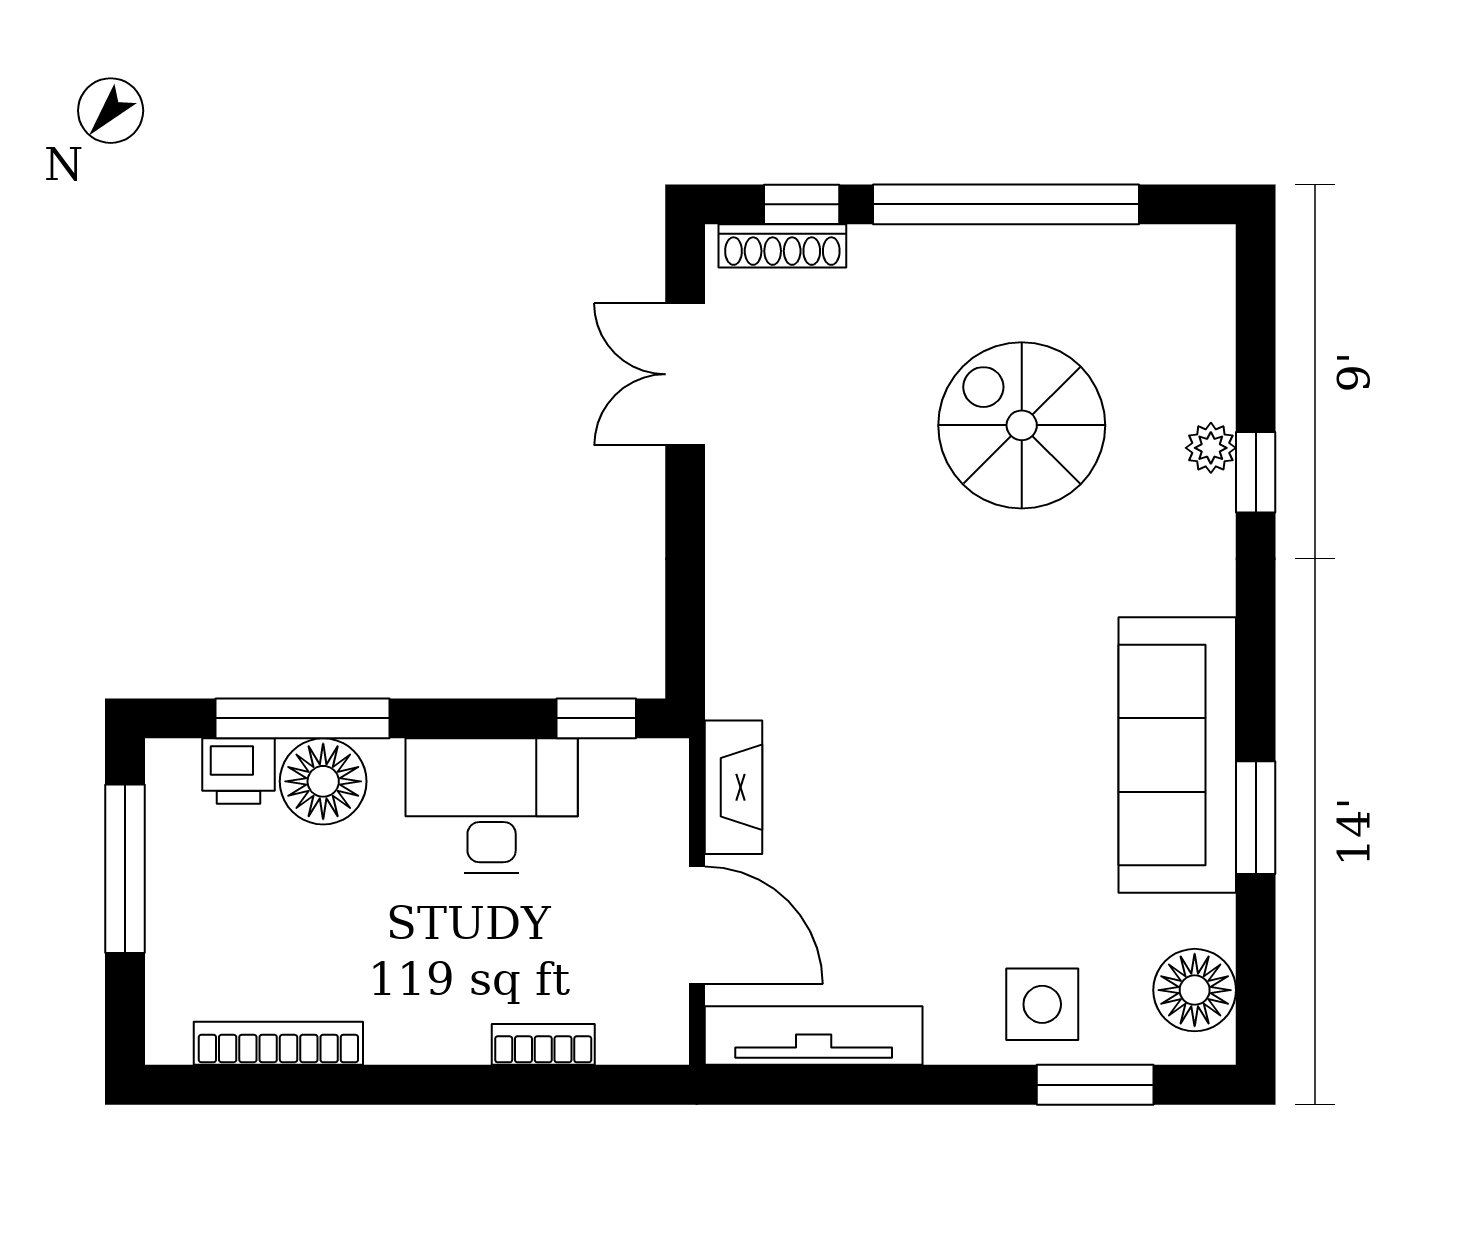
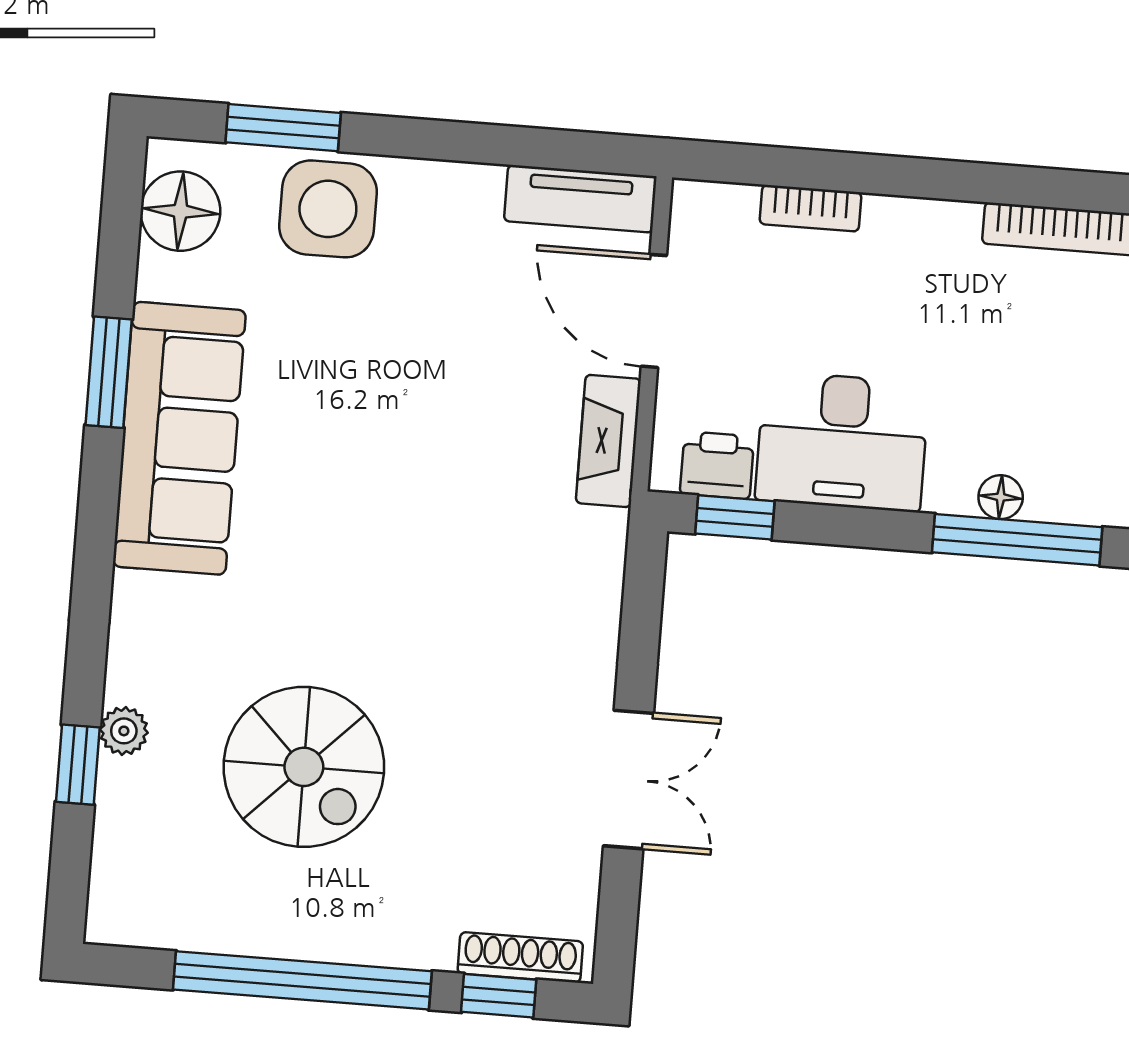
double door: (685, 374) -> (628, 780), moved
window: (1256, 472) -> (78, 765), moved
printer: (238, 771) -> (717, 465), moved
floor lamp: (323, 781) -> (1001, 497), width x0.53, depth x0.53
side table: (1042, 1004) -> (328, 209), width x1.37, depth x1.37
tv unit: (814, 1035) -> (580, 199), width x0.71

